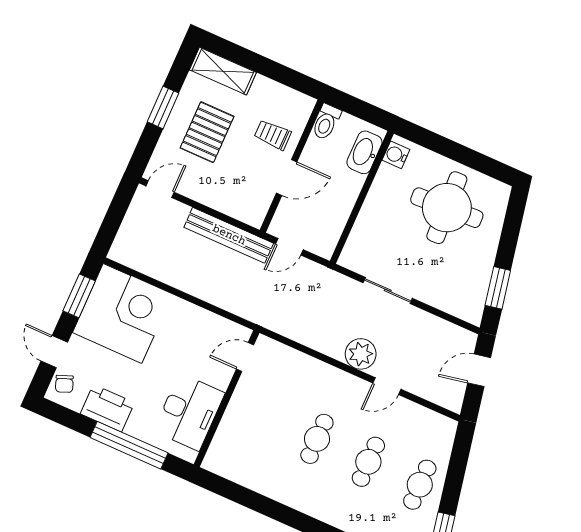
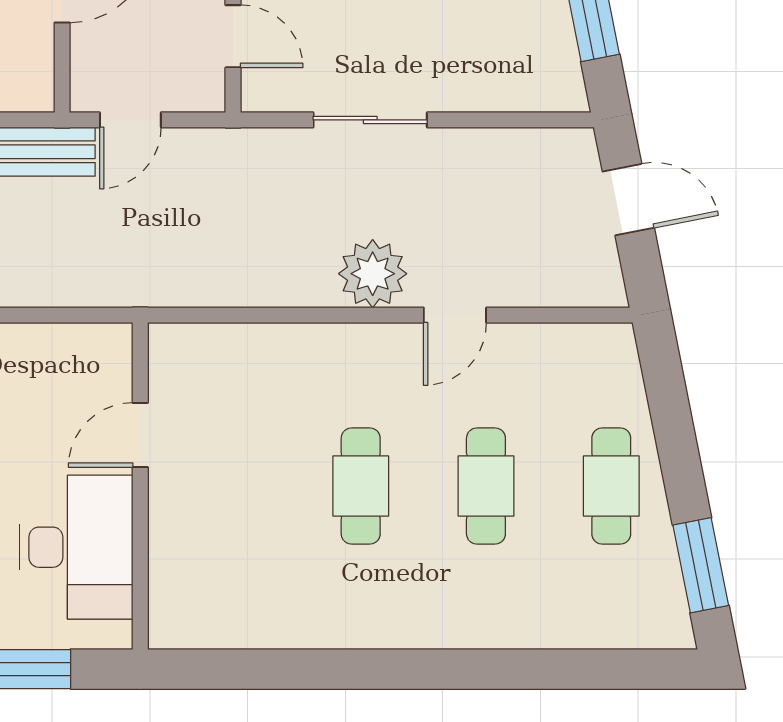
door: (347, 231) -> (233, 36), added
door: (245, 357) -> (140, 435), moved
door: (479, 370) -> (628, 200), swing flipped

